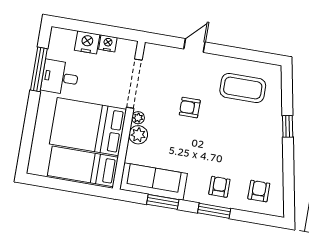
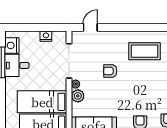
nightstand: (87, 42) -> (12, 45), moved, turned -90
door: (194, 46) -> (90, 27), moved
bed: (88, 127) -> (42, 102), width x0.67

